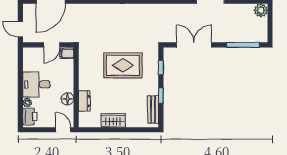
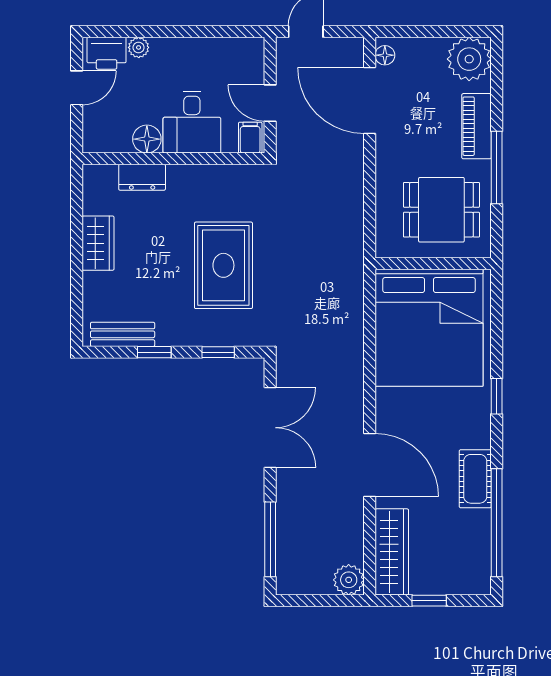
desk: (36, 84) -> (192, 122), moved, turned 180
door: (63, 130) -> (77, 88), moved

